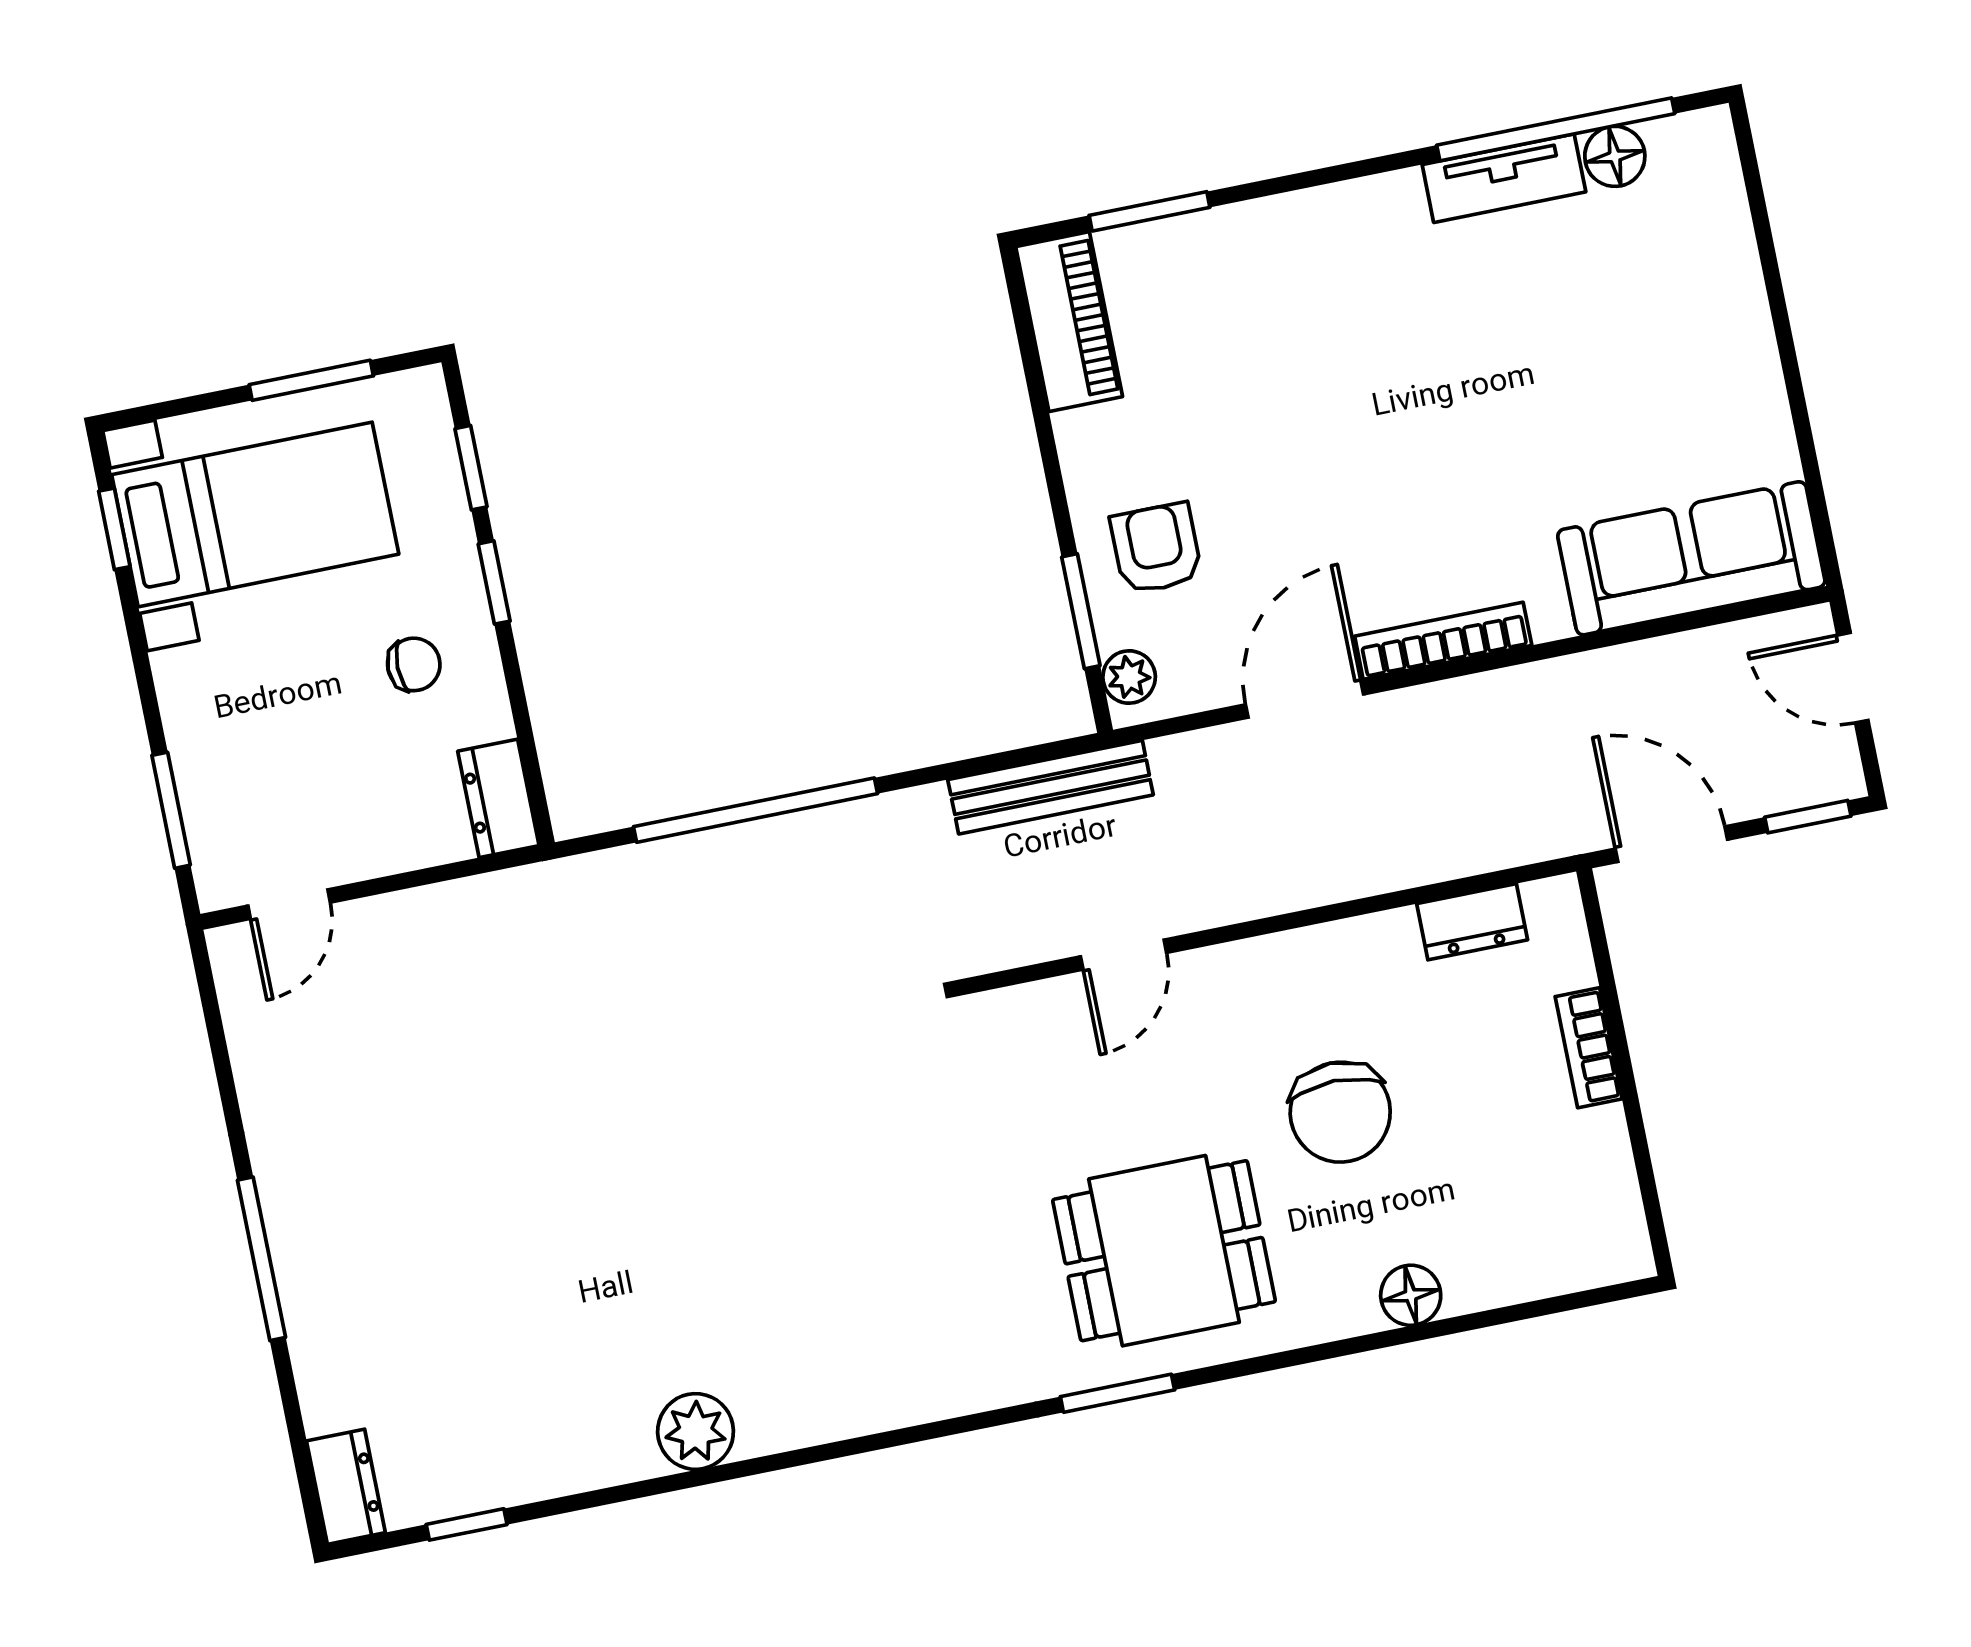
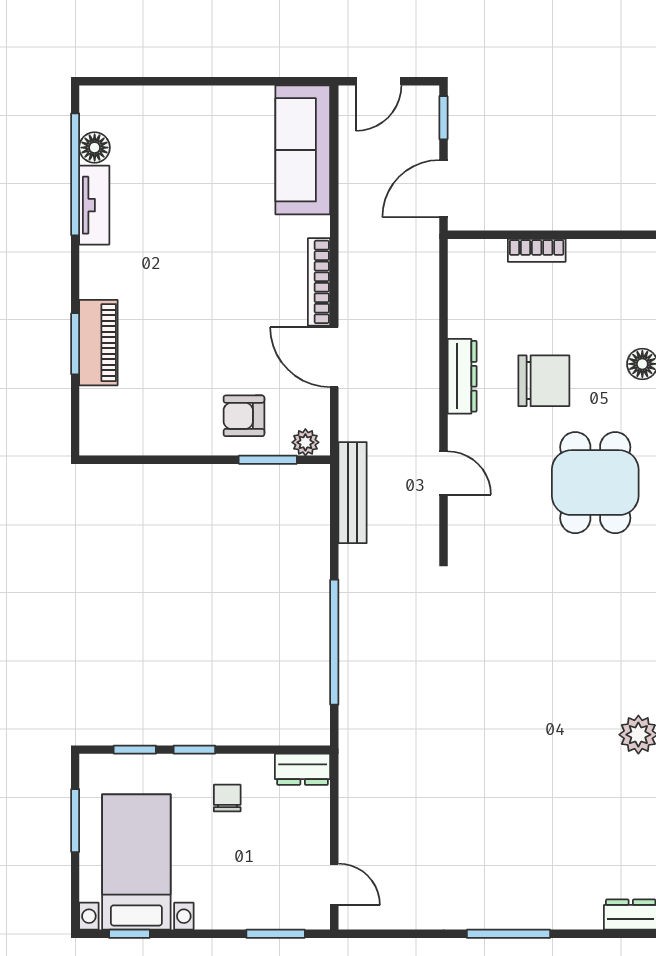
window: (1149, 211) -> (75, 344), moved
piano: (1069, 322) -> (98, 343), moved, turned 90
dresser: (1472, 922) -> (462, 376), moved, width x1.44

